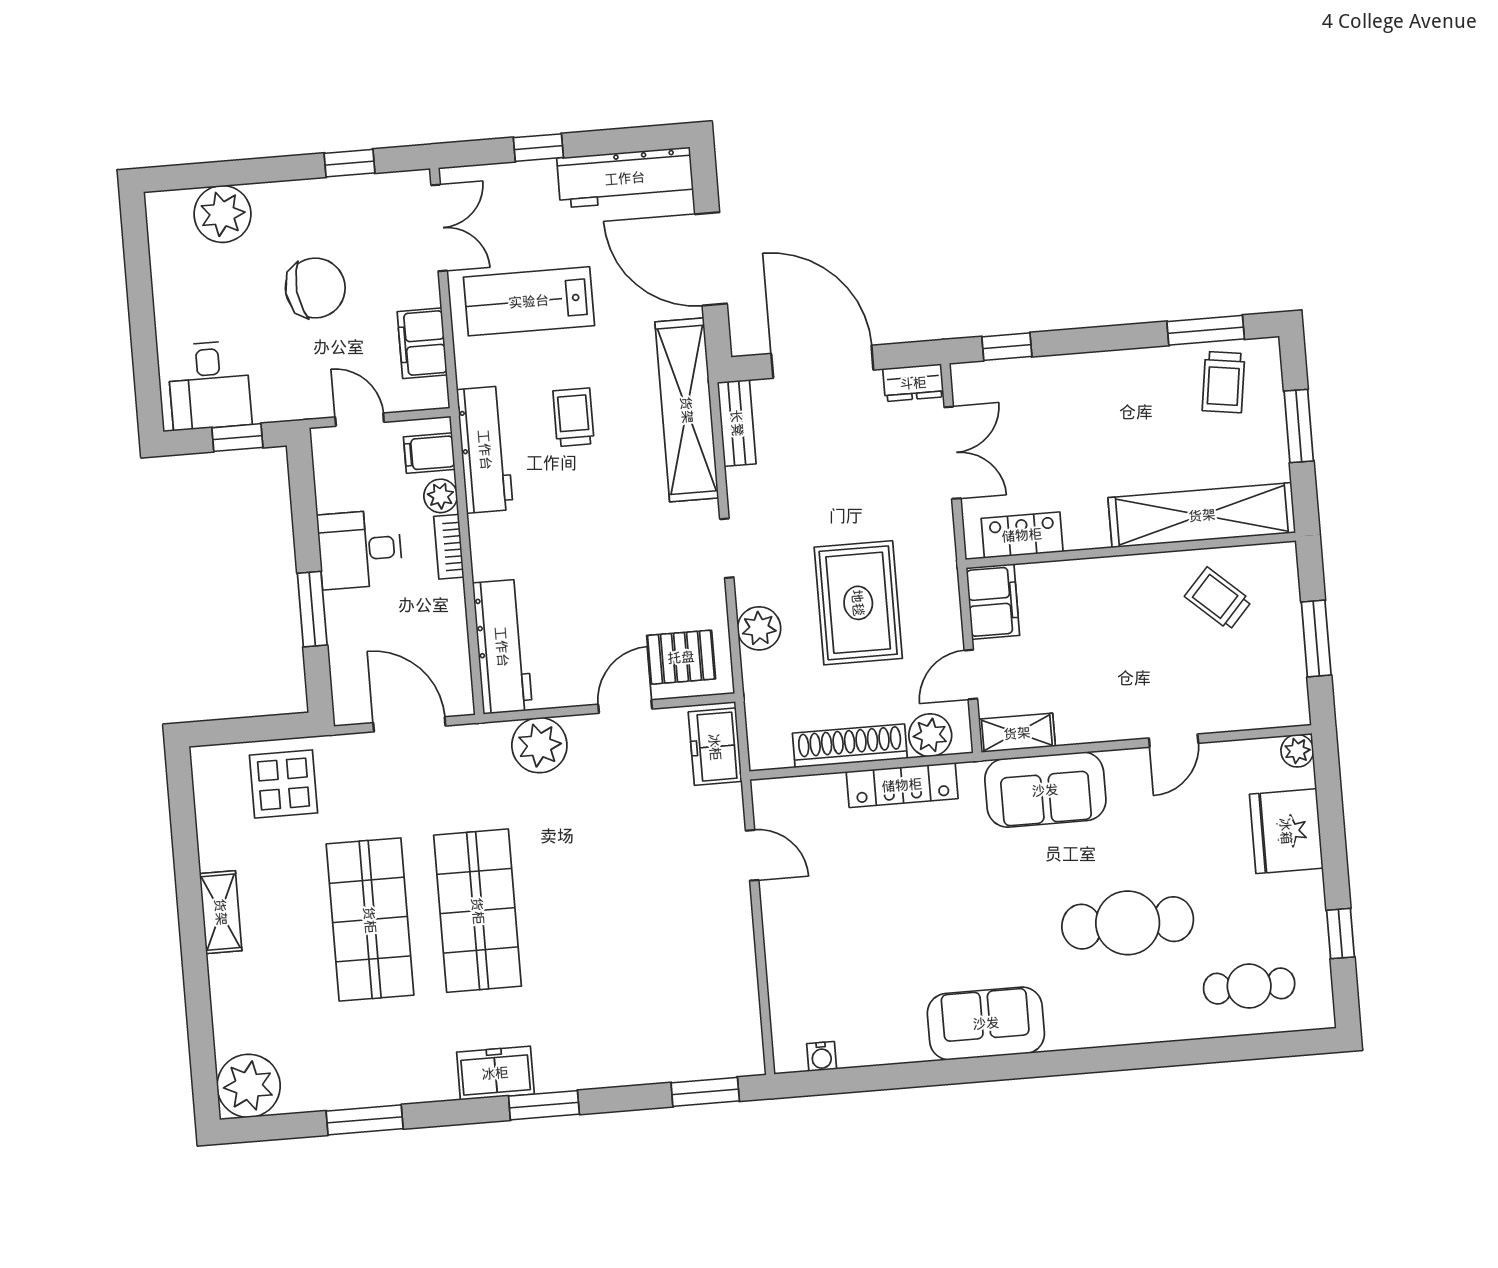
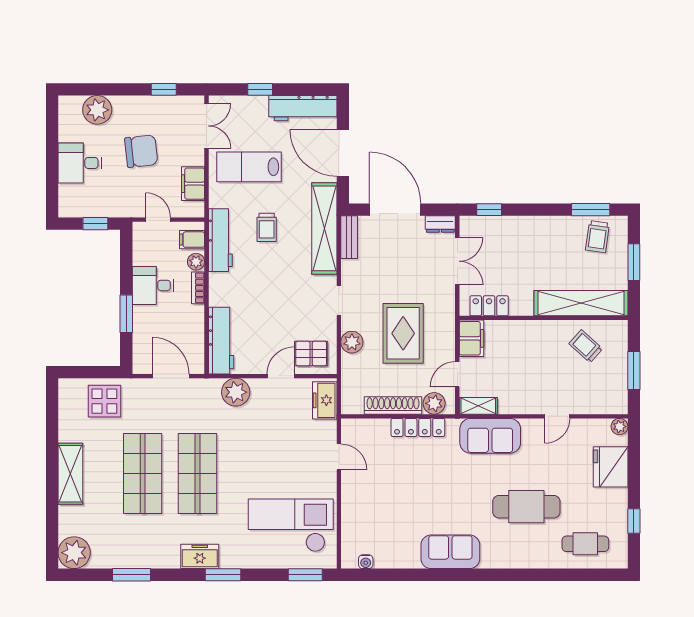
desk: (209, 385) -> (80, 163), moved, turned 90
trolley: (573, 417) -> (267, 227), turned 180
shelving: (221, 912) -> (70, 474), width x1.50, depth x1.33
checkout: (669, 997) -> (291, 525), added

